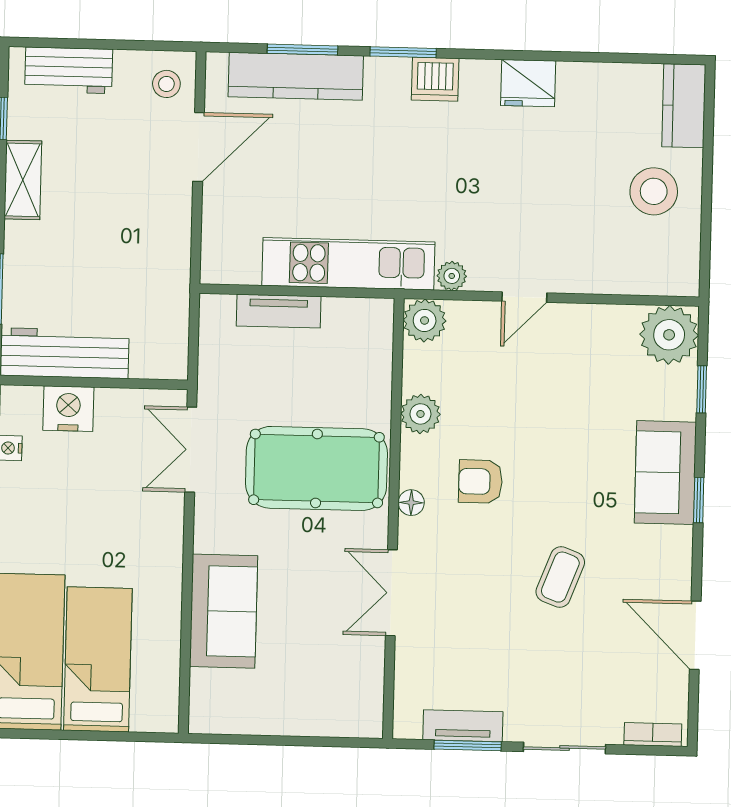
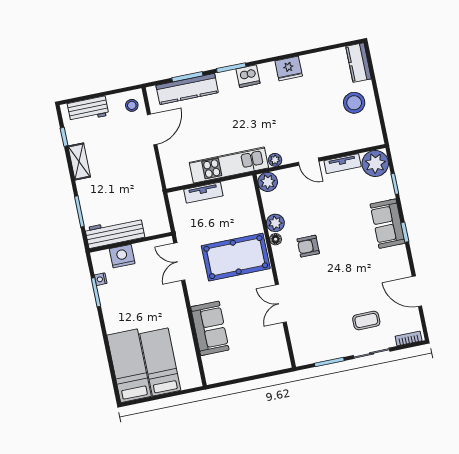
door: (524, 297) -> (309, 162), hinge flipped
floor lamp: (411, 503) -> (276, 239), moved
coffee table: (560, 577) -> (366, 320), moved, turned 69
tv unit: (463, 726) -> (343, 164), moved, turned 180

